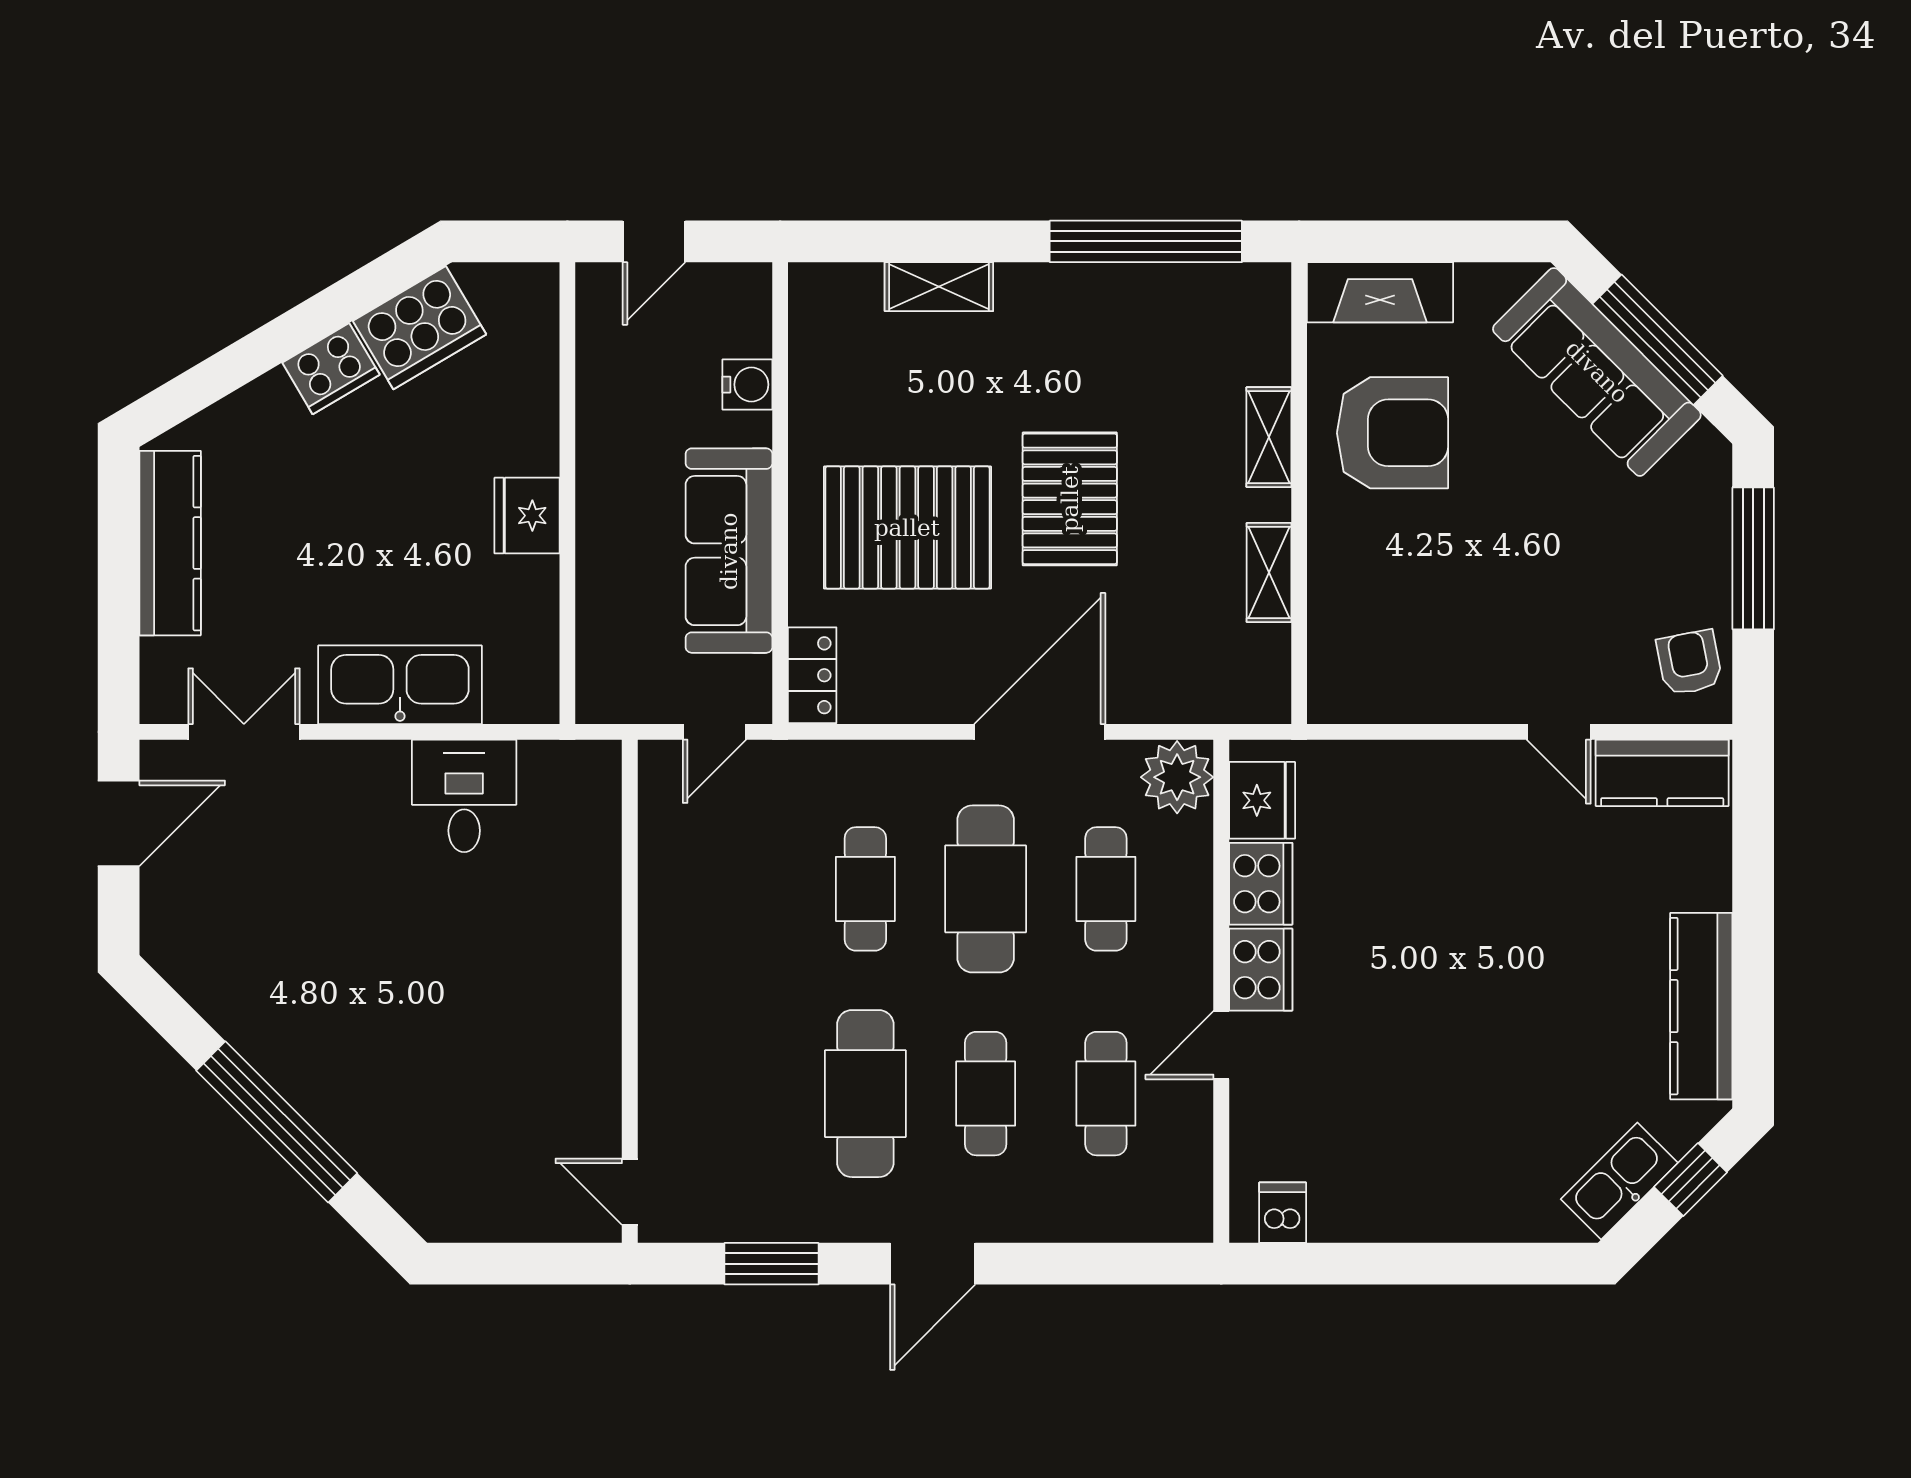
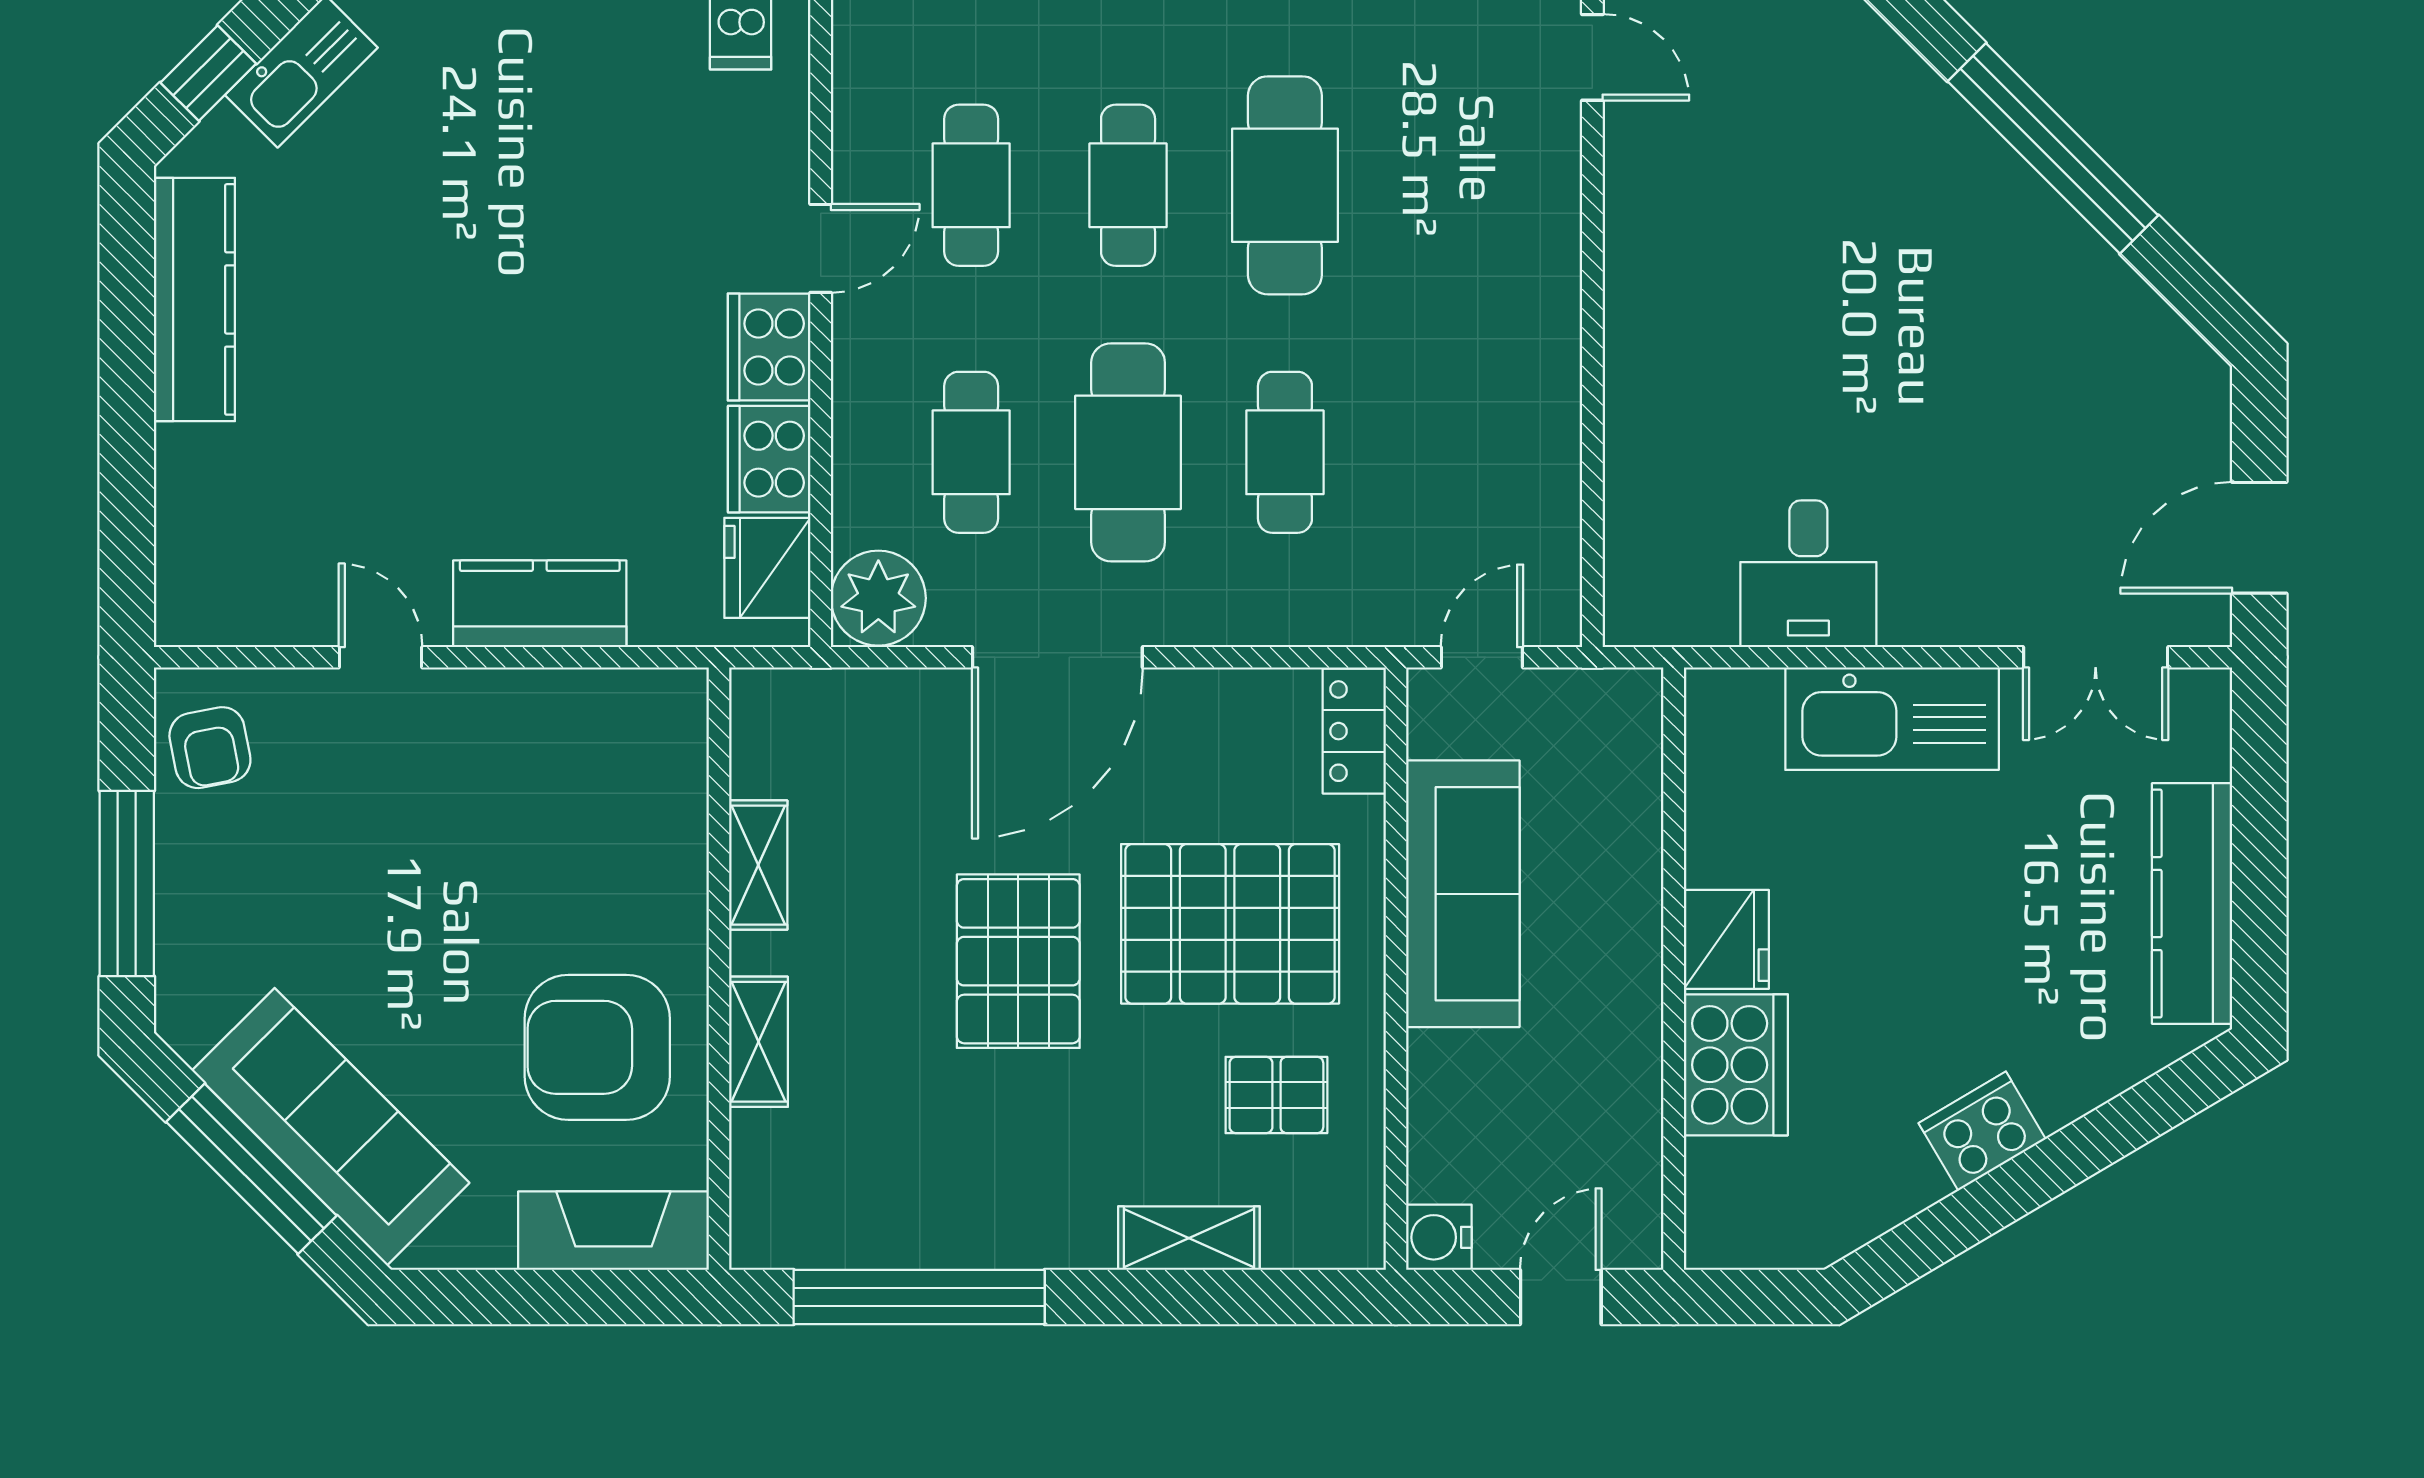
cooker: (420, 328) -> (1736, 1065), moved, turned 121
water cooler: (747, 385) -> (1439, 1237), moved
pallet: (872, 396) -> (1276, 1095), added
kitchen counter: (1662, 773) -> (540, 604), moved

